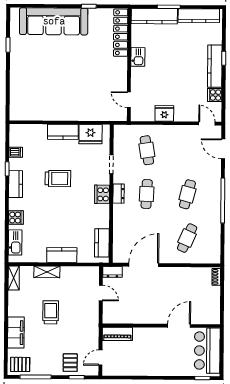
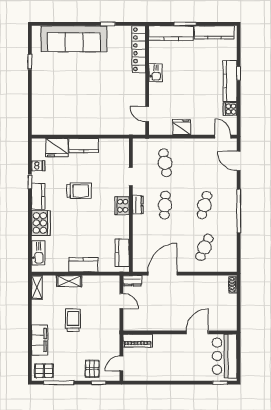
fridge: (91, 134) -> (57, 148), moved
cooker: (16, 218) -> (41, 223), width x1.87, depth x1.31

